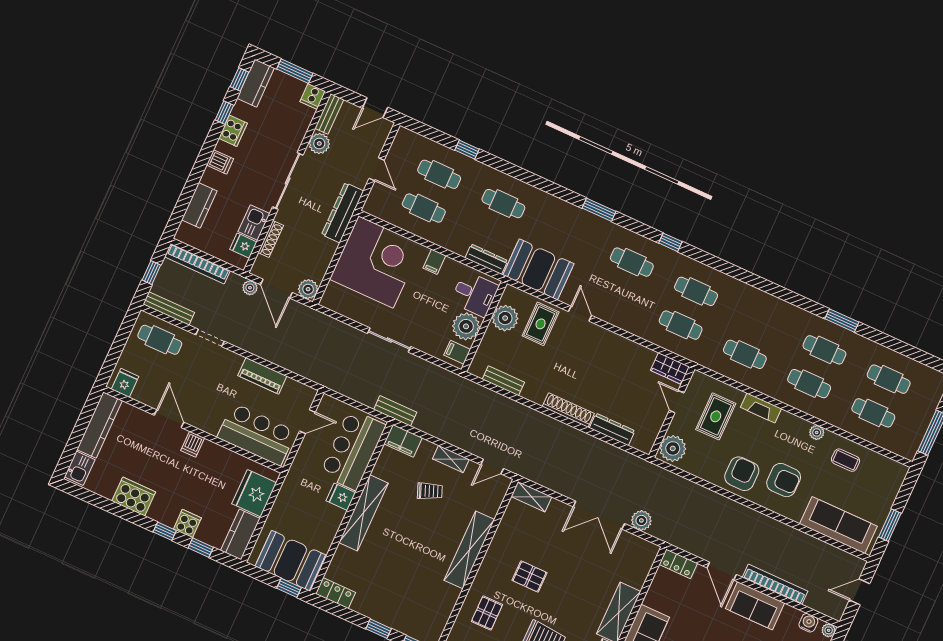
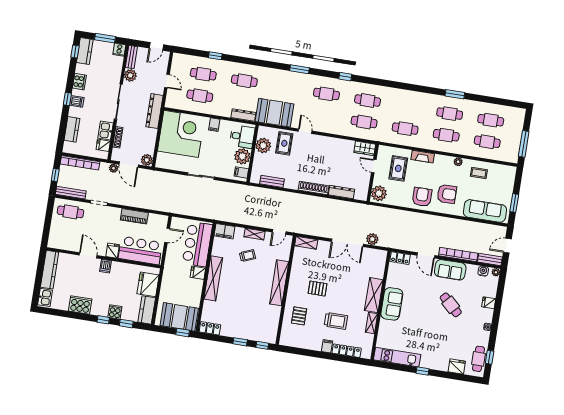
window: (224, 113) -> (67, 99), moved
fridge: (125, 383) -> (113, 251), moved
bench: (395, 411) -> (490, 259), moved

